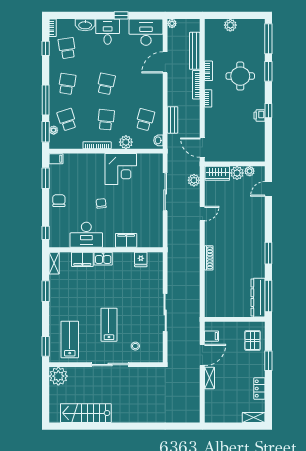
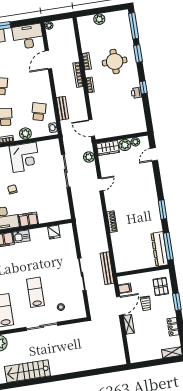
bench: (195, 51) -> (107, 268), moved
filing cabinet: (126, 240) -> (28, 219), moved
trolley: (233, 357) -> (146, 303), added

